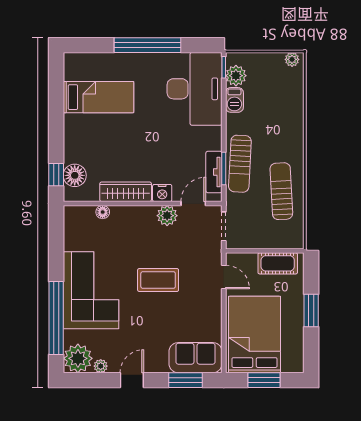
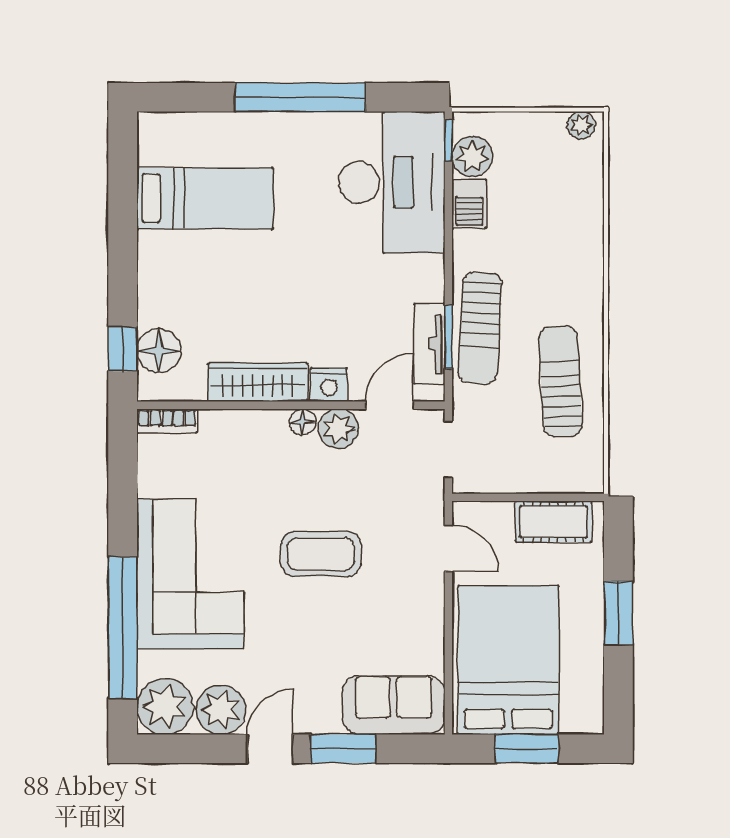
bookcase: (79, 212) -> (167, 421), added
floor lamp: (103, 212) -> (303, 422), moved
plant: (101, 366) -> (221, 710), width x1.88, depth x1.88
window: (186, 380) -> (343, 749), moved

